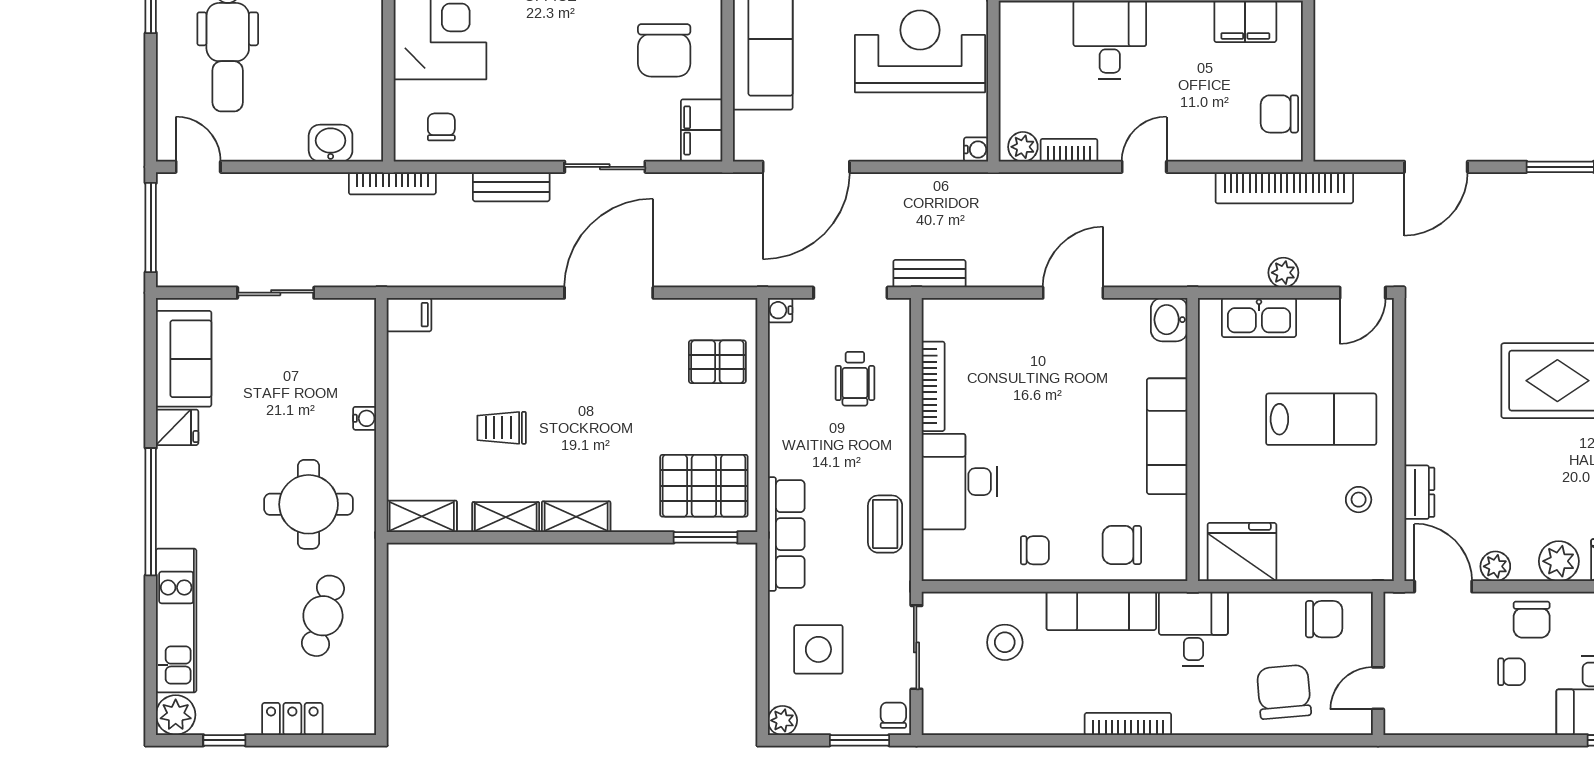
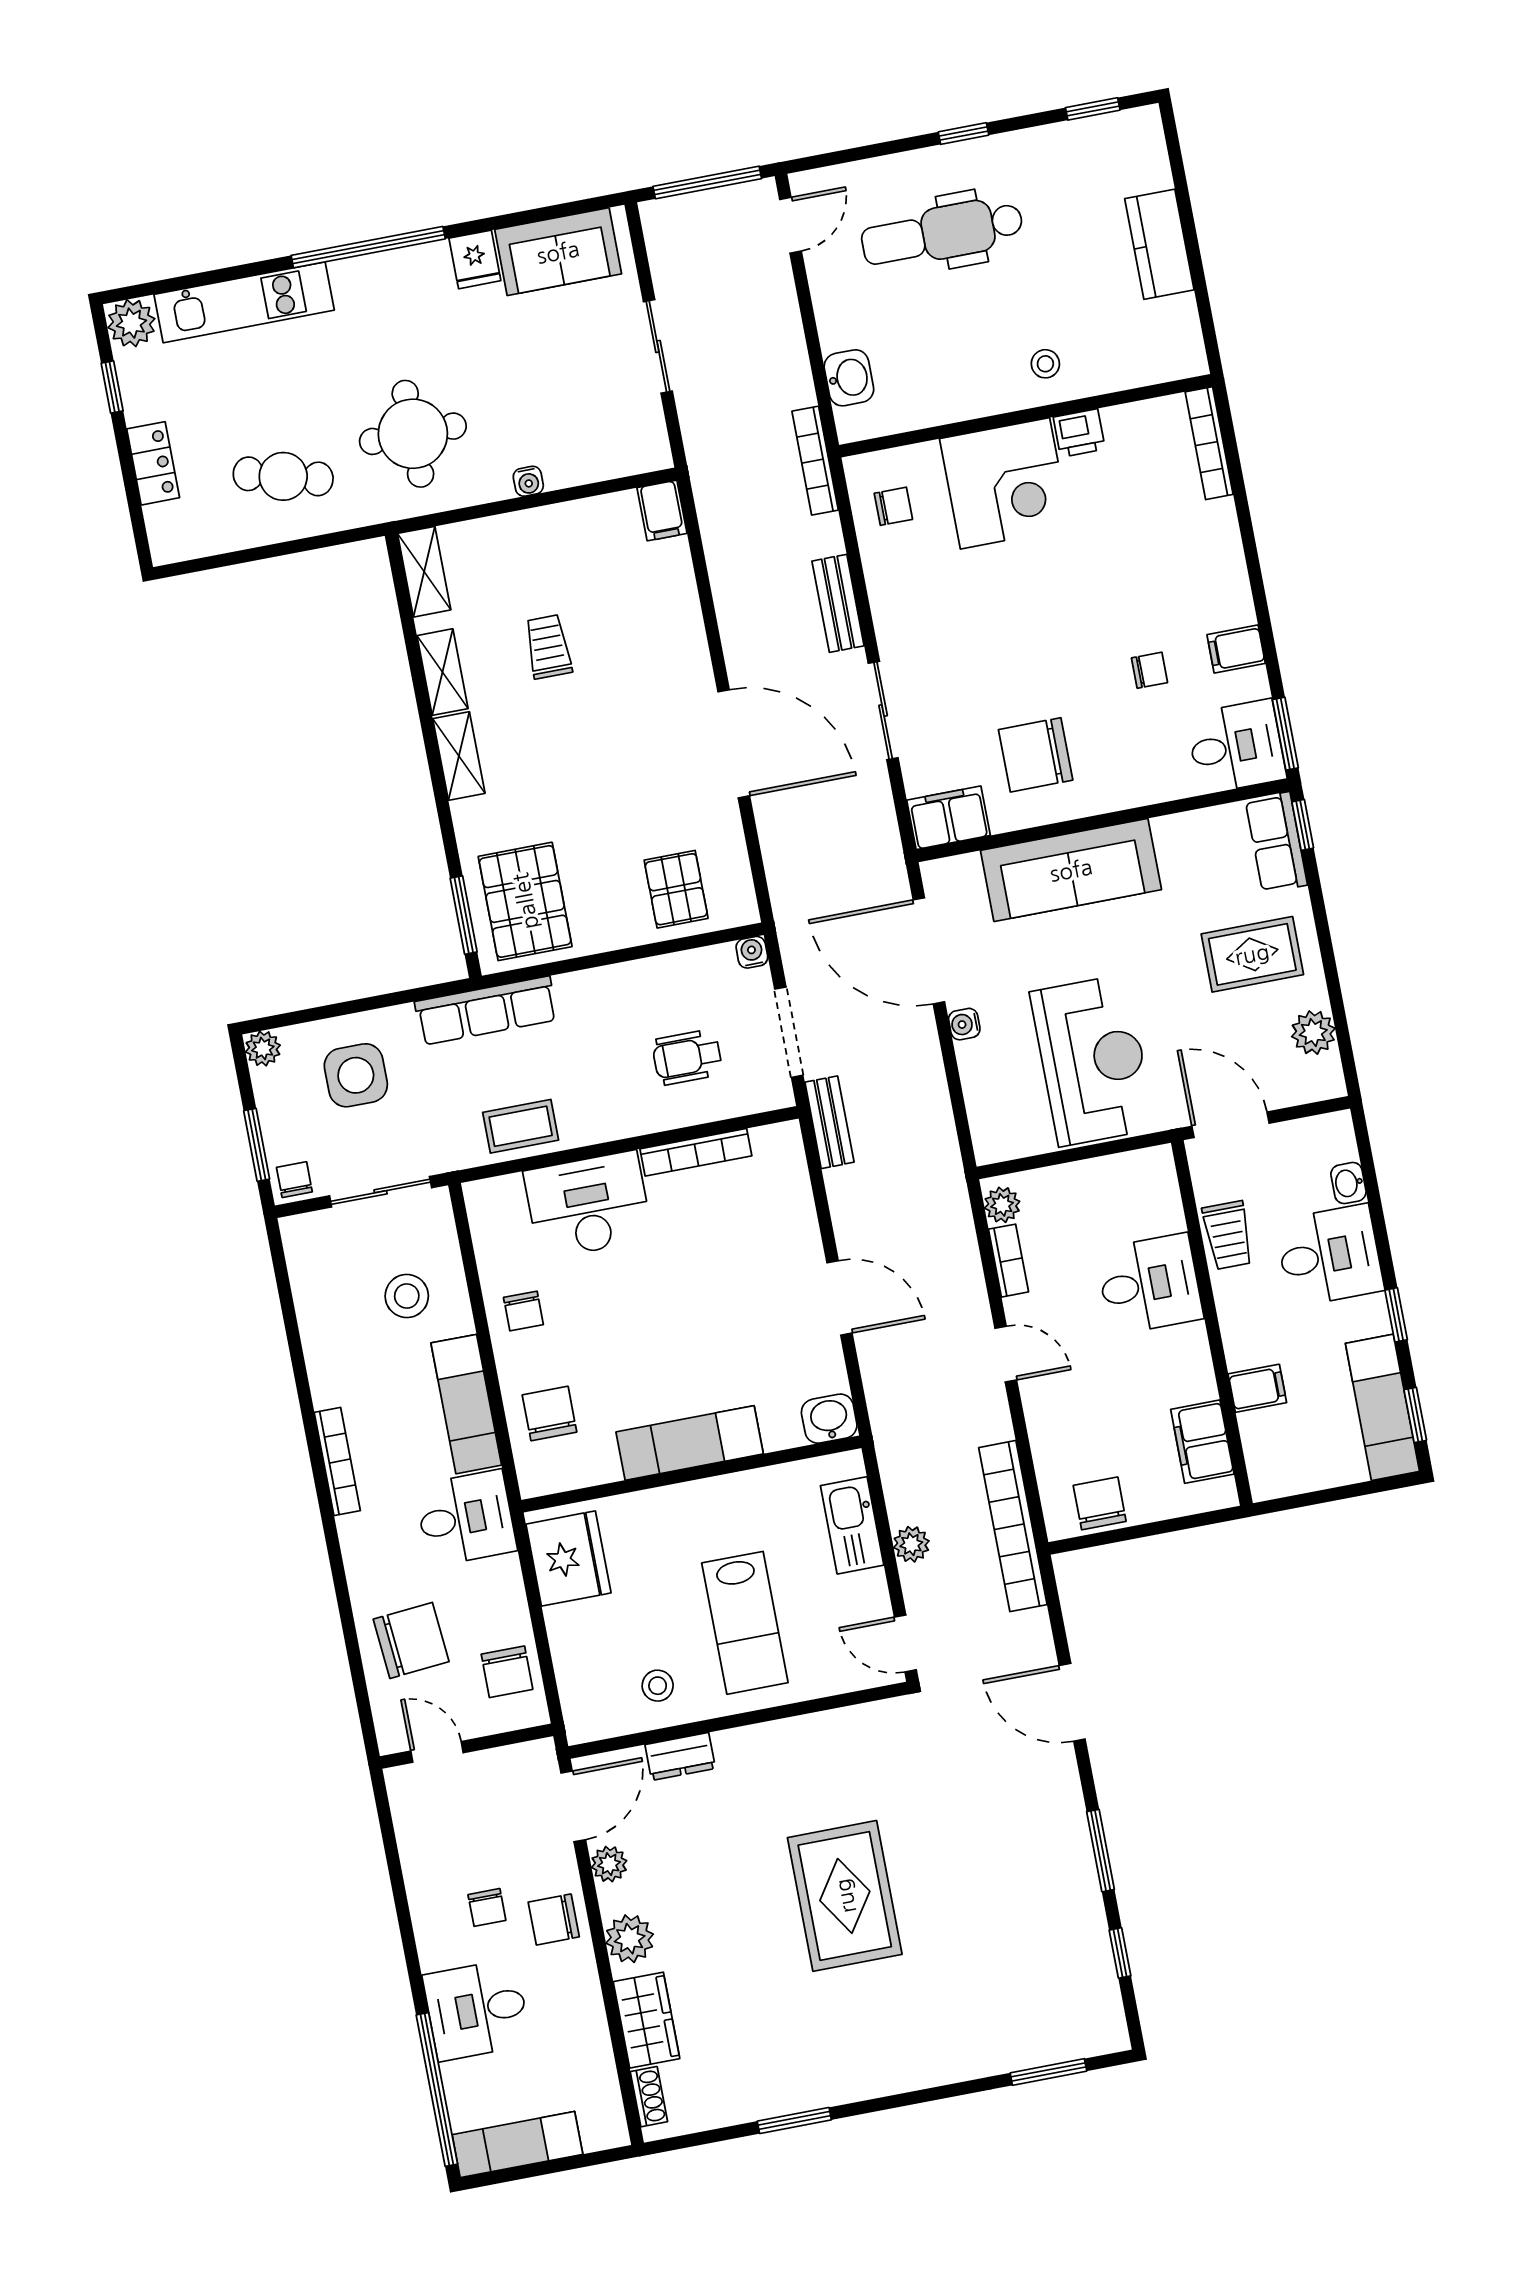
water cooler: (976, 149) -> (964, 1024), moved, turned 90
chair: (893, 715) -> (294, 1180), turned -90

